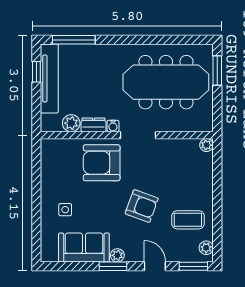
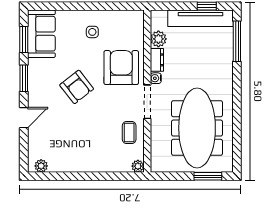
armchair: (142, 206) -> (77, 87), moved, turned -58
side table: (65, 210) -> (92, 32), moved
coffee table: (188, 220) -> (129, 133), moved, width x0.73, depth x0.77
sofa: (84, 248) -> (41, 34), moved
plant: (117, 255) -> (34, 82), removed
window: (193, 266) -> (24, 40), moved

